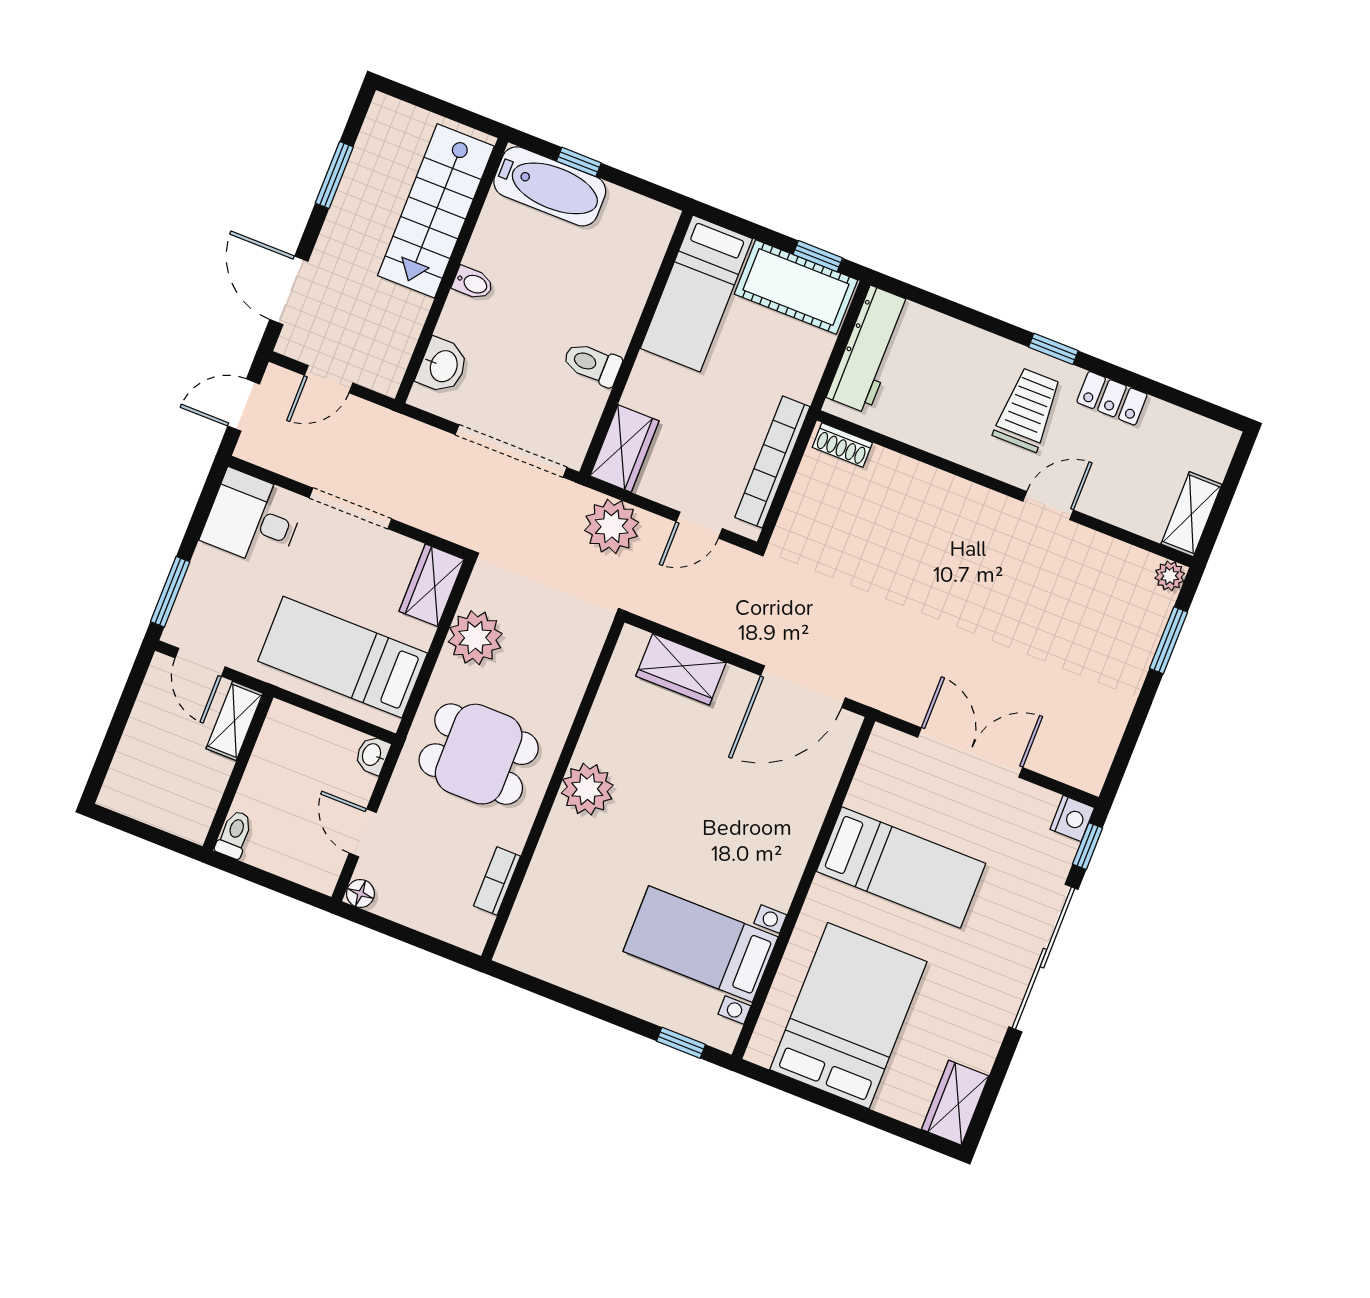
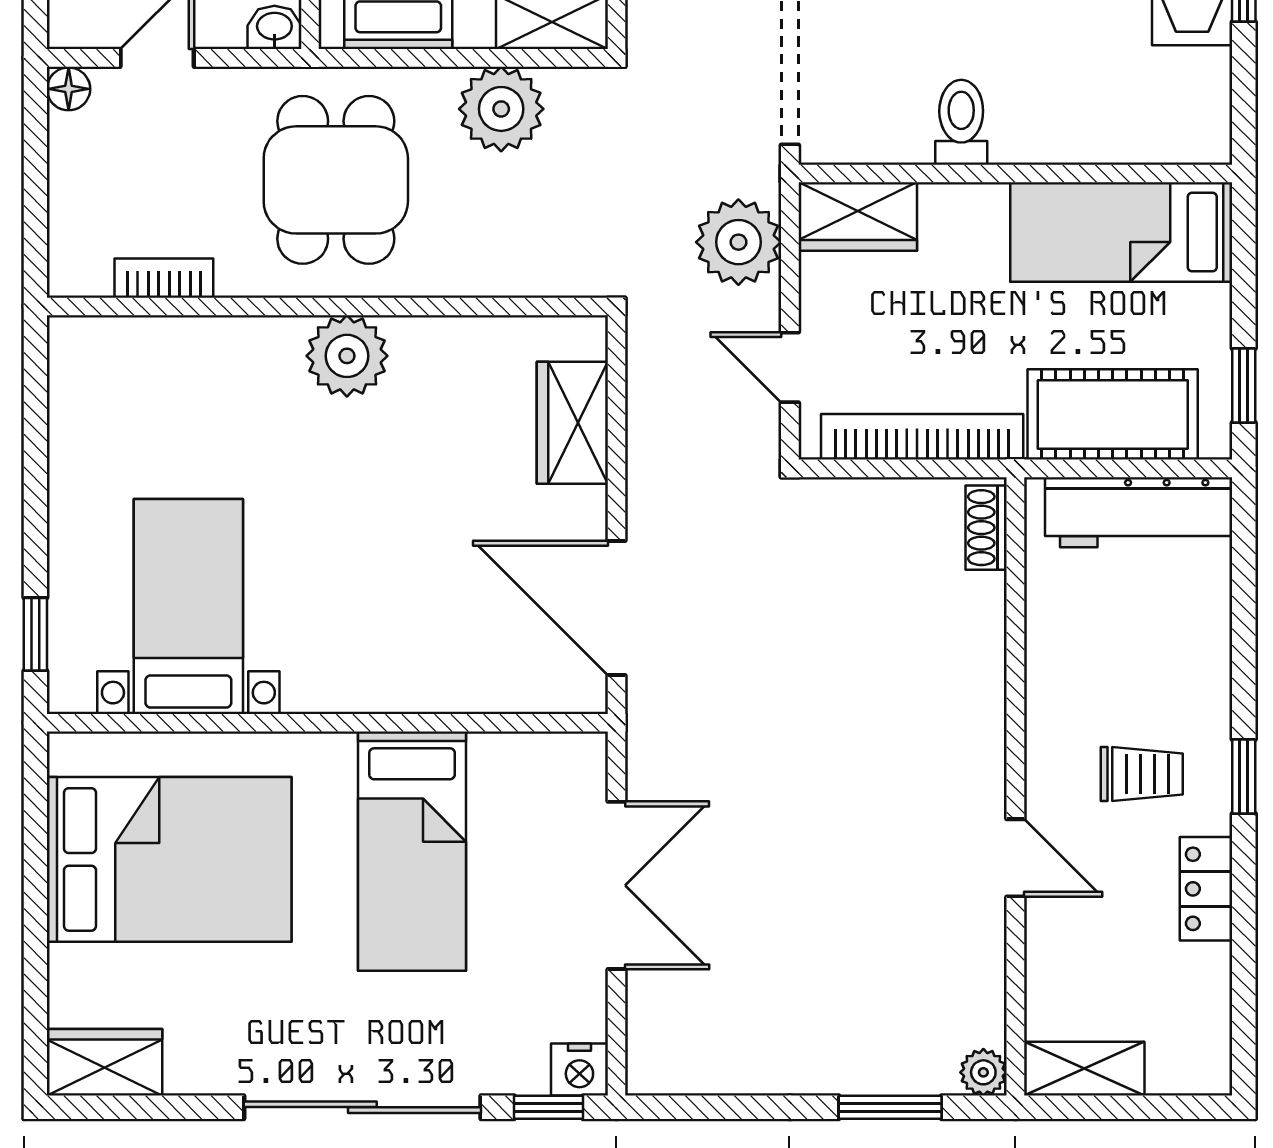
cot: (796, 287) -> (1113, 414), moved, turned 90
trolley: (1028, 410) -> (1142, 774), width x0.73, depth x0.72

